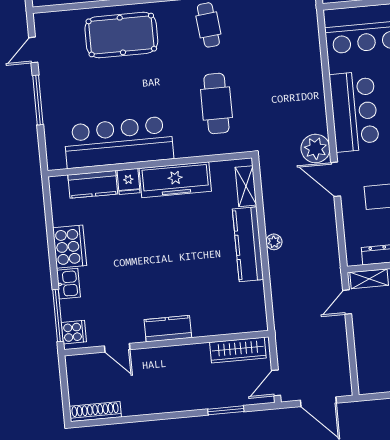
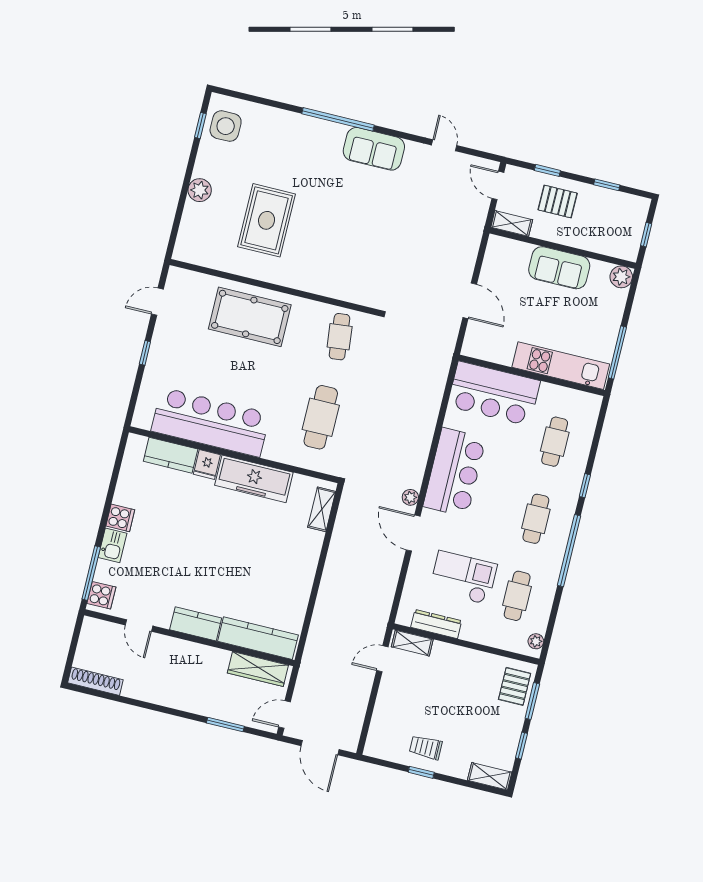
window: (38, 100) -> (145, 353), width x0.46
plant: (315, 149) -> (410, 497), width x0.53, depth x0.53
plant: (274, 242) -> (330, 574), removed
kitchen counter: (248, 244) -> (258, 638), moved, turned 90
cooker: (70, 247) -> (120, 518), width x0.53, depth x0.76

